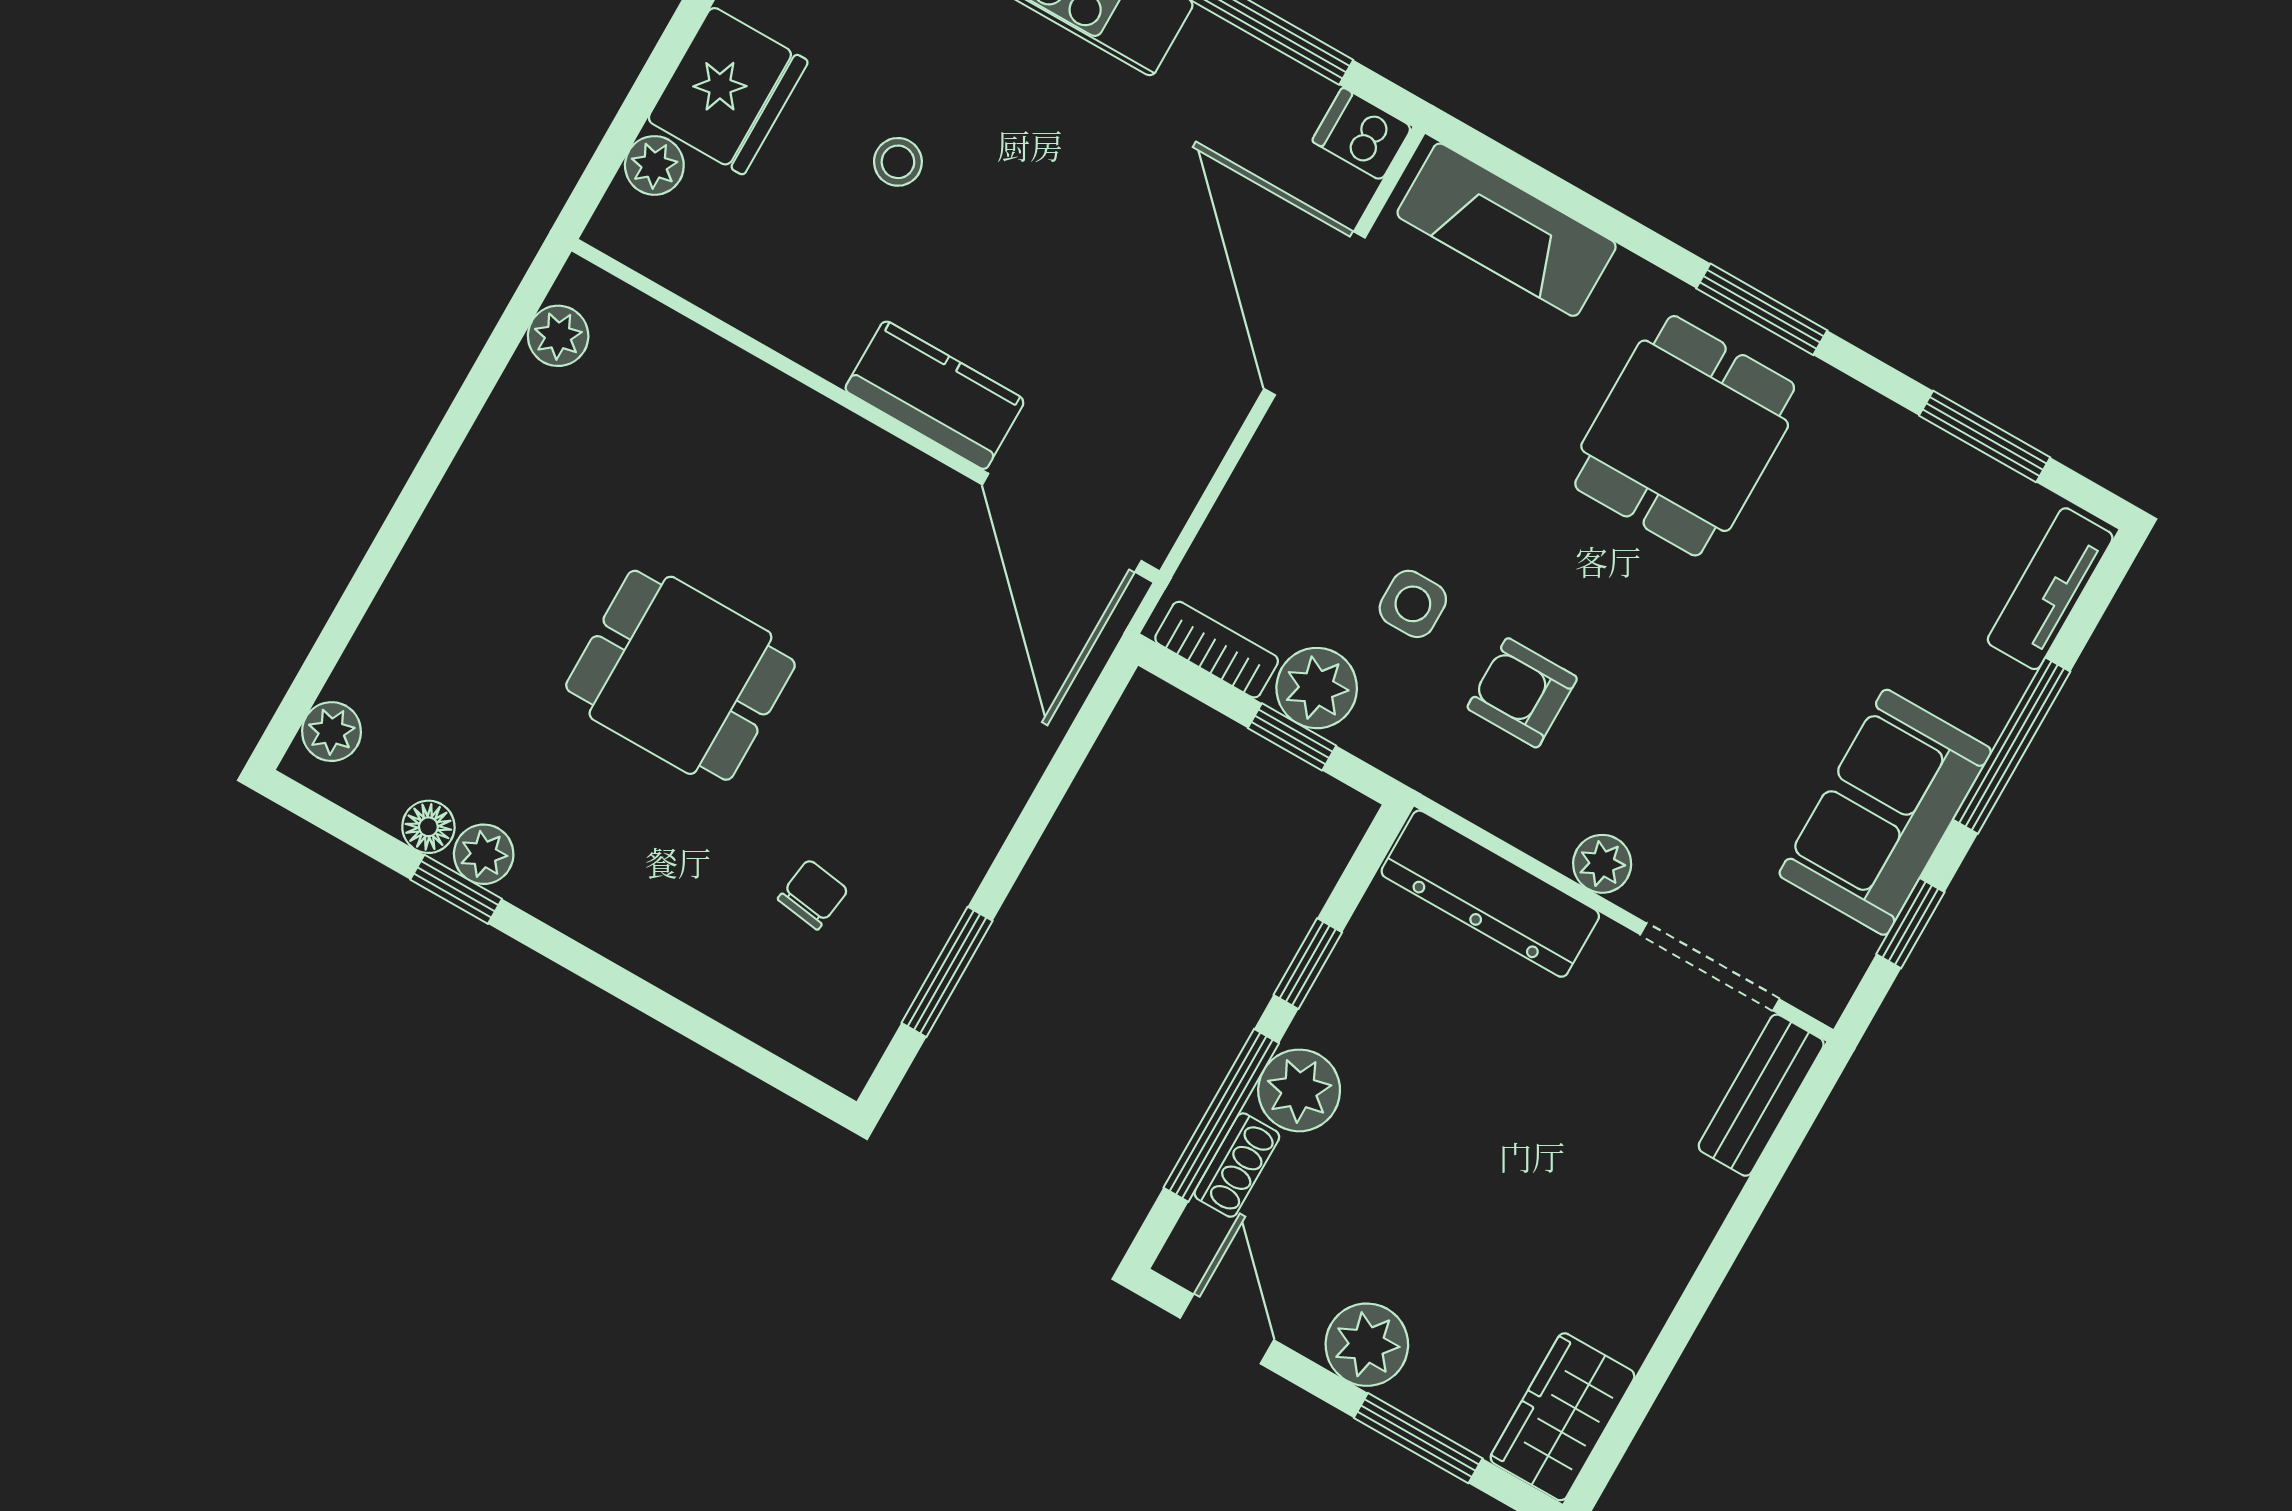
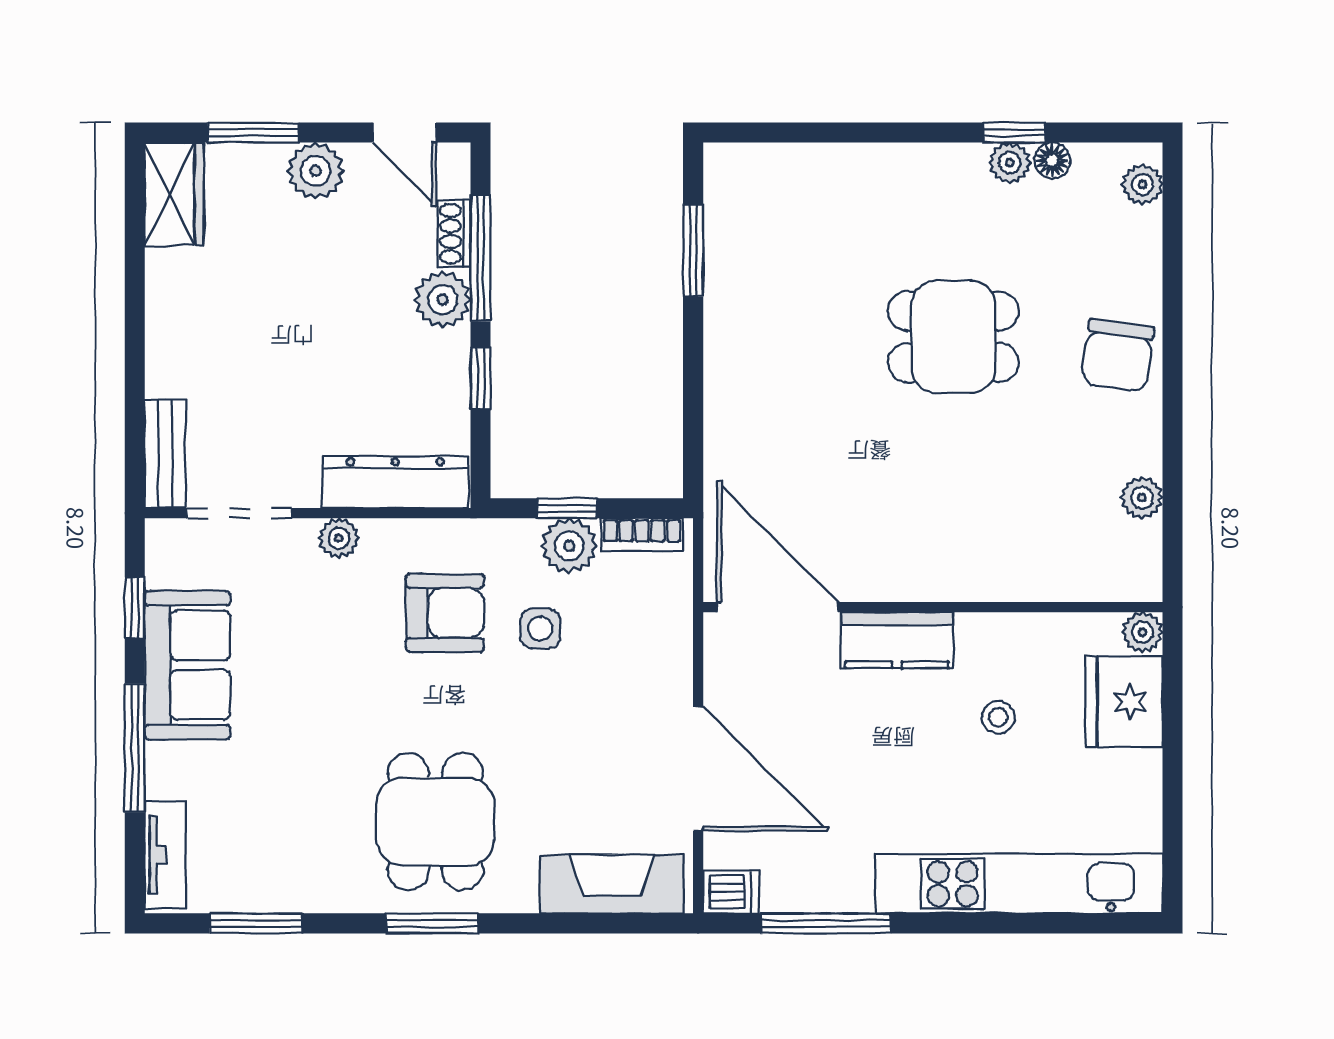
kitchen counter: (935, 395) -> (897, 640), moved
wall: (866, 411) -> (933, 607), moved
door: (1062, 523) -> (778, 607), moved
armchair: (1522, 693) -> (445, 613), width x1.38, depth x1.38
chair: (813, 894) -> (1118, 355), moved, width x1.87, depth x1.87

